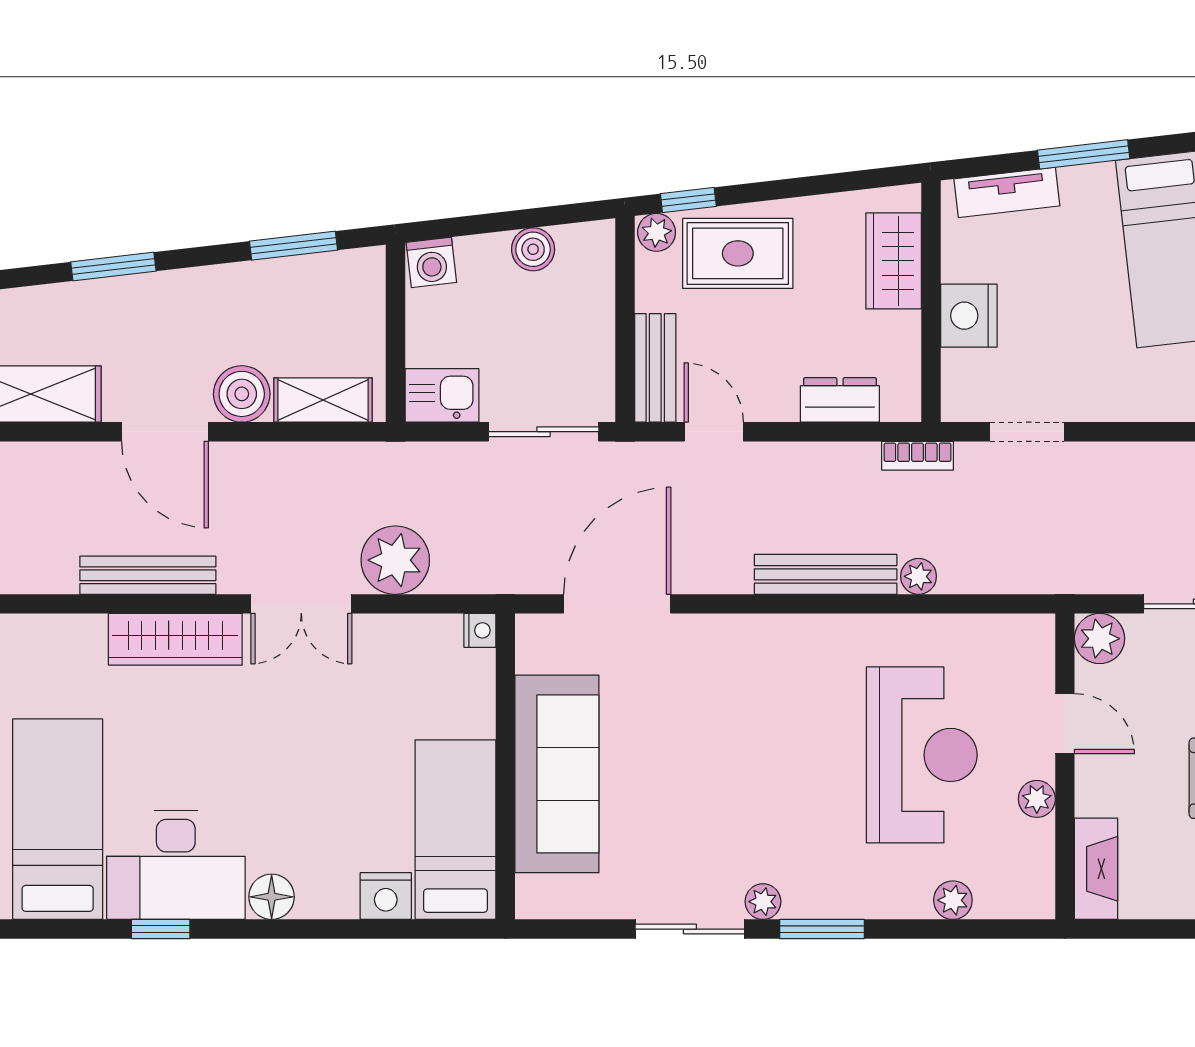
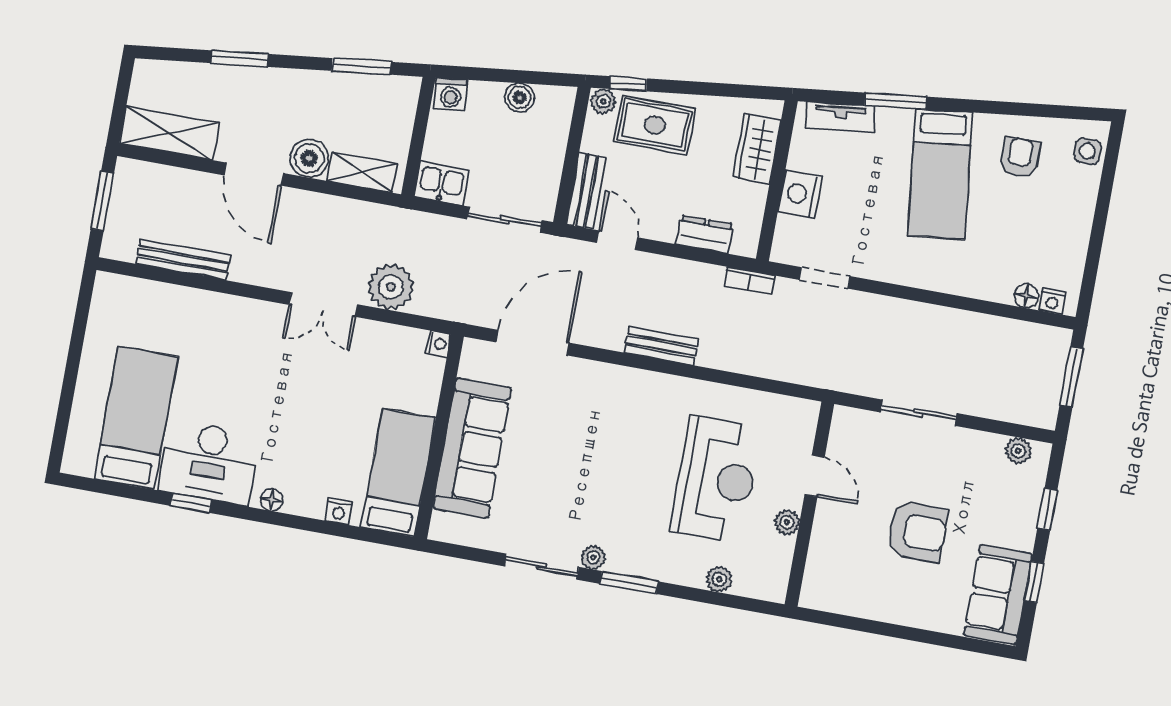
bench: (826, 574) -> (661, 346), width x0.73
bench: (148, 575) -> (183, 260), moved
plant: (919, 576) -> (735, 361), removed
wardrobe: (175, 639) -> (236, 313), removed
plant: (1100, 639) -> (848, 424), removed
fireplace: (1096, 869) -> (818, 576), removed
nightstand: (386, 896) -> (339, 511), width x0.72, depth x0.74
floor lamp: (272, 897) -> (272, 500), width x0.73, depth x0.73

